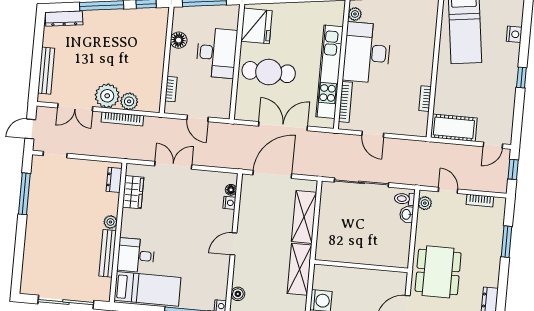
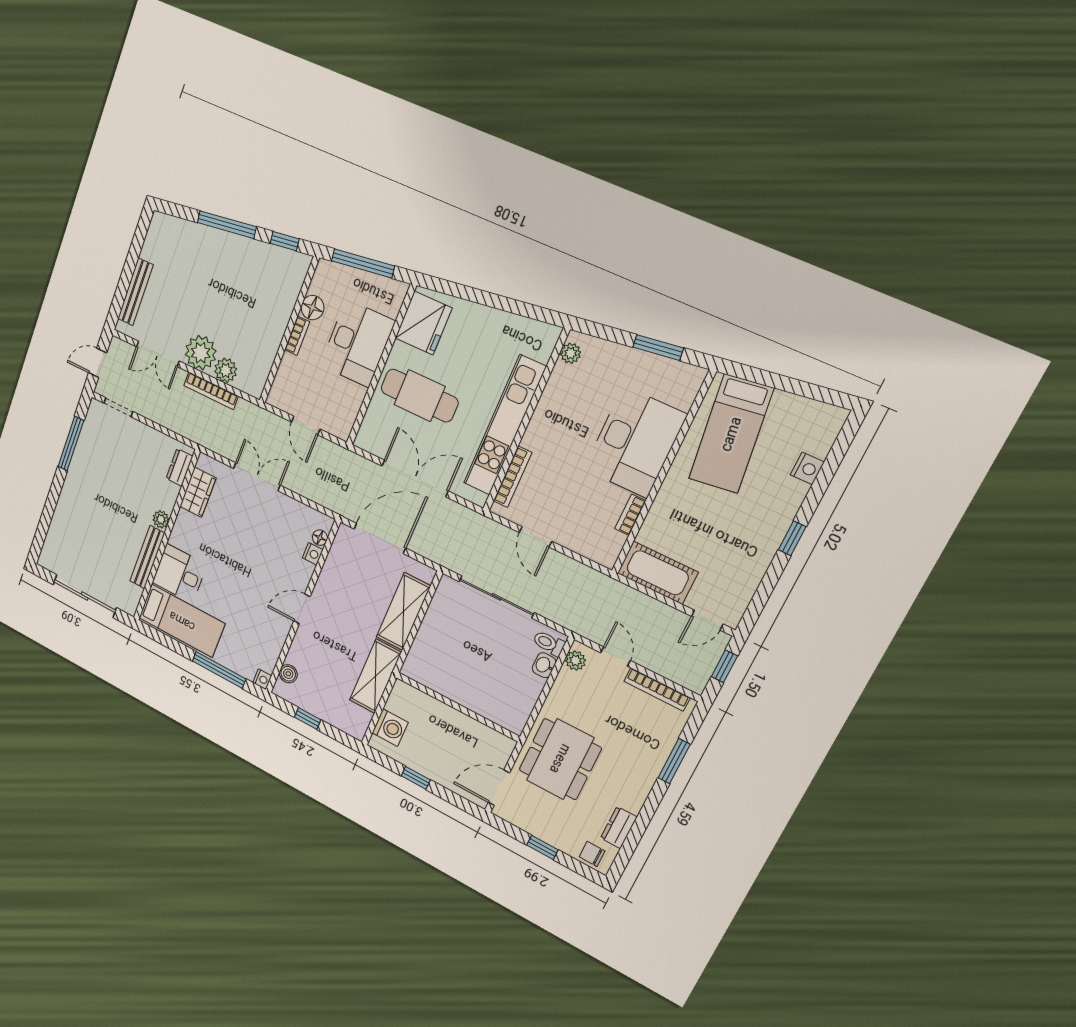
dresser: (64, 19) -> (175, 227), removed
desk: (367, 53) -> (635, 442), moved, turned 180
bookcase: (171, 89) -> (297, 336), moved
bookcase: (480, 201) -> (657, 689), width x1.56

